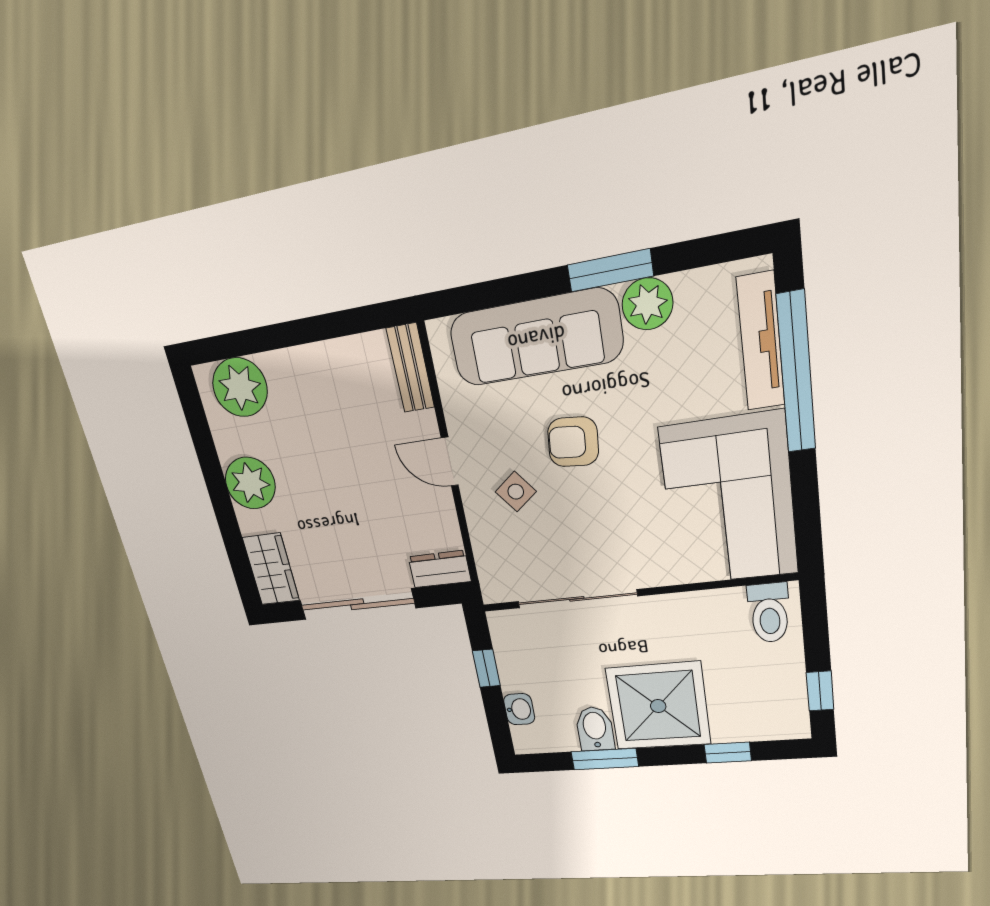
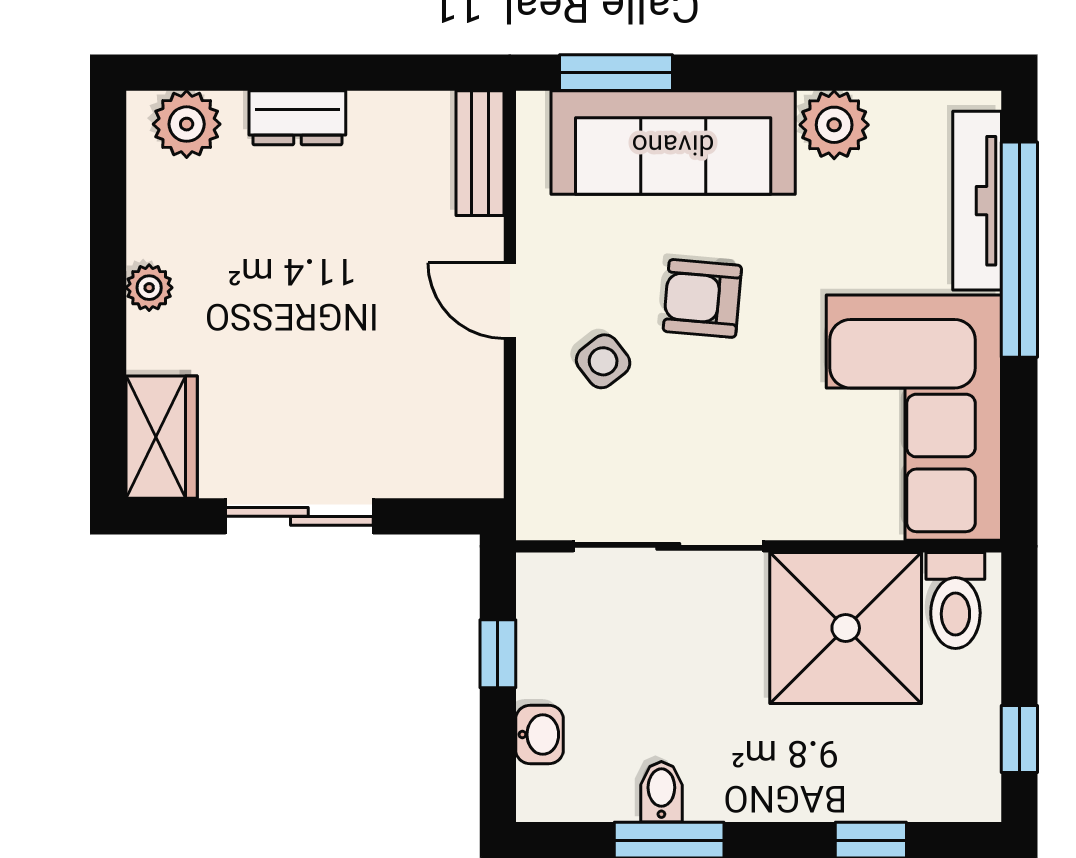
window: (610, 270) -> (616, 73), moved
plant: (240, 387) -> (187, 124), width x0.73, depth x0.73
plant: (250, 483) -> (149, 288), width x0.53, depth x0.53
dresser: (440, 569) -> (297, 118), moved, turned 180
sliding door: (357, 604) -> (299, 516), width x0.73
shower: (658, 706) -> (846, 628), moved
bidet: (595, 729) -> (661, 792), width x0.72, depth x0.74

